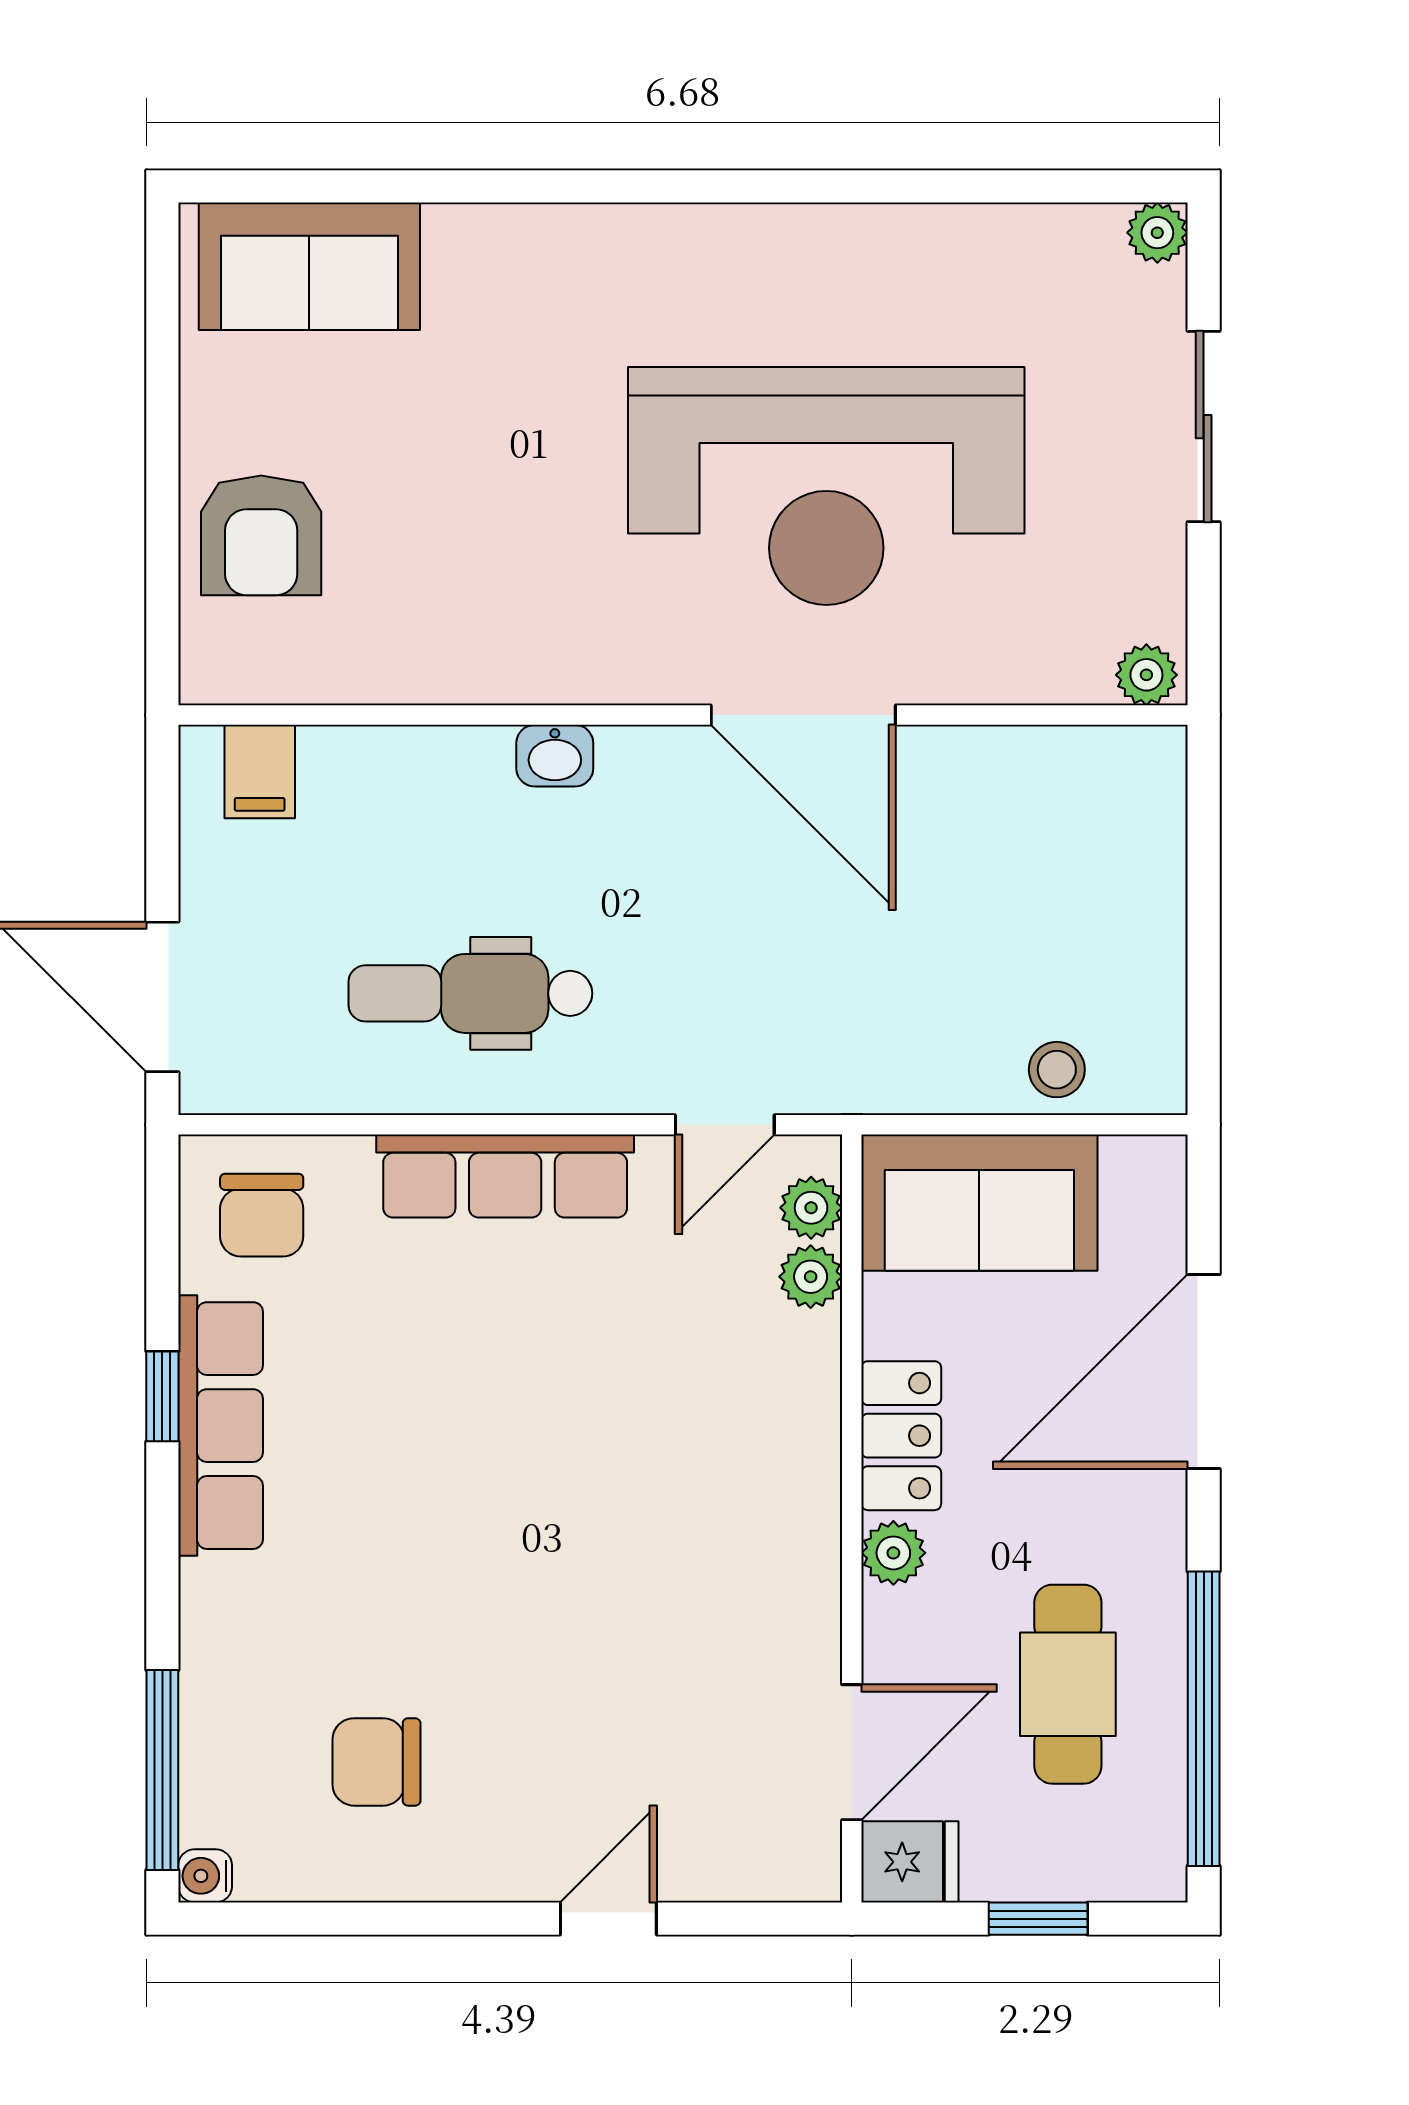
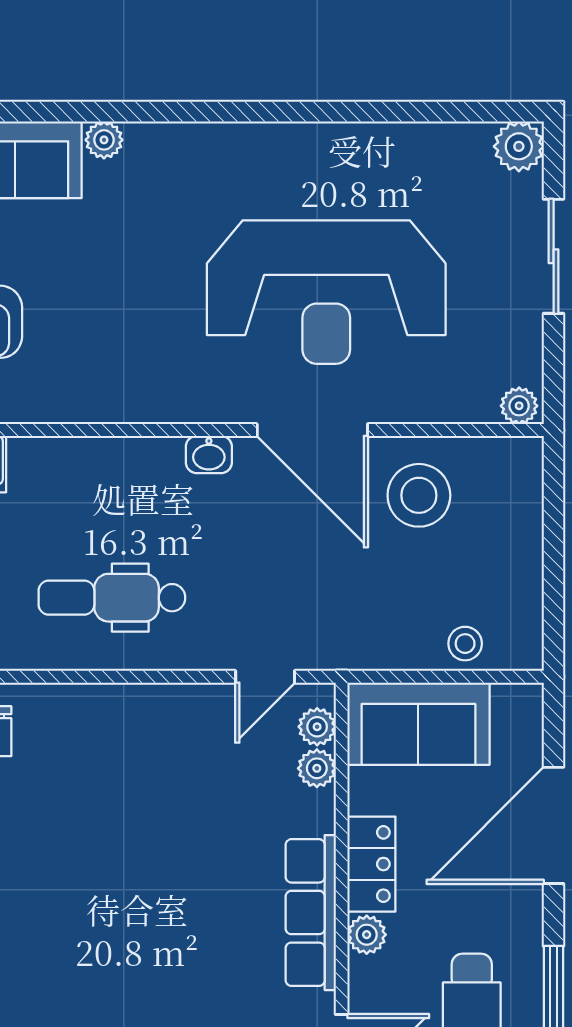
plant: (457, 233) -> (104, 140), added
plant: (1157, 233) -> (519, 146), width x1.38, depth x1.38
washbasin: (555, 756) -> (209, 454), moved
stool: (980, 824) -> (419, 495), added
row of seats: (505, 1176) -> (311, 913), moved, turned 90

